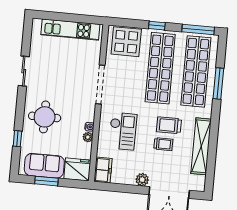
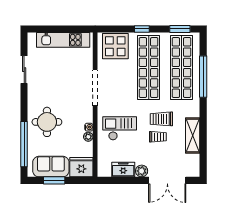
window: (198, 30) -> (180, 29), width x0.69
sliding door: (24, 71) -> (24, 70), moved
window: (218, 84) -> (203, 77), width x1.46
checkout: (123, 131) -> (120, 128), turned -90
window: (17, 139) -> (24, 144), width x3.17
shelving: (201, 146) -> (193, 136), width x0.68
freezer: (103, 170) -> (123, 170), moved, turned -90

